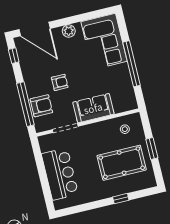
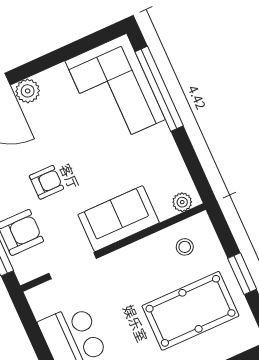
plant: (69, 31) -> (28, 91), moved
window: (131, 64) -> (159, 89), moved
plant: (128, 106) -> (182, 202), added

